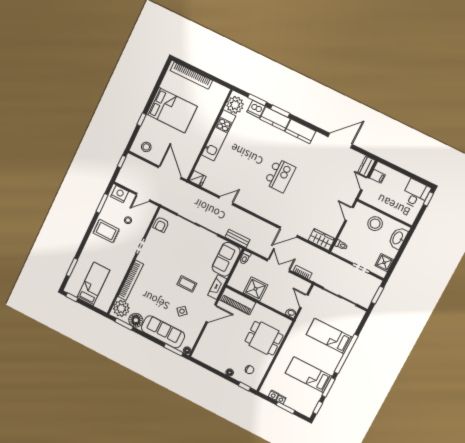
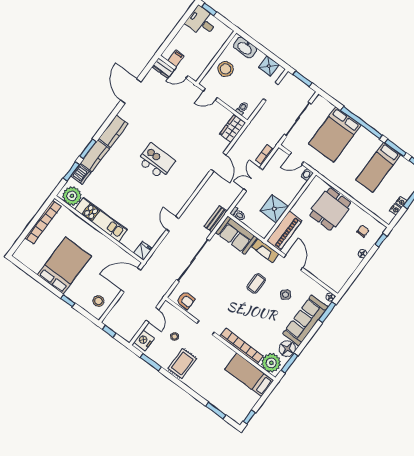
bookcase: (191, 76) -> (43, 222), moved
bed: (93, 284) -> (249, 375), moved
bed: (329, 336) -> (335, 134), width x1.50

